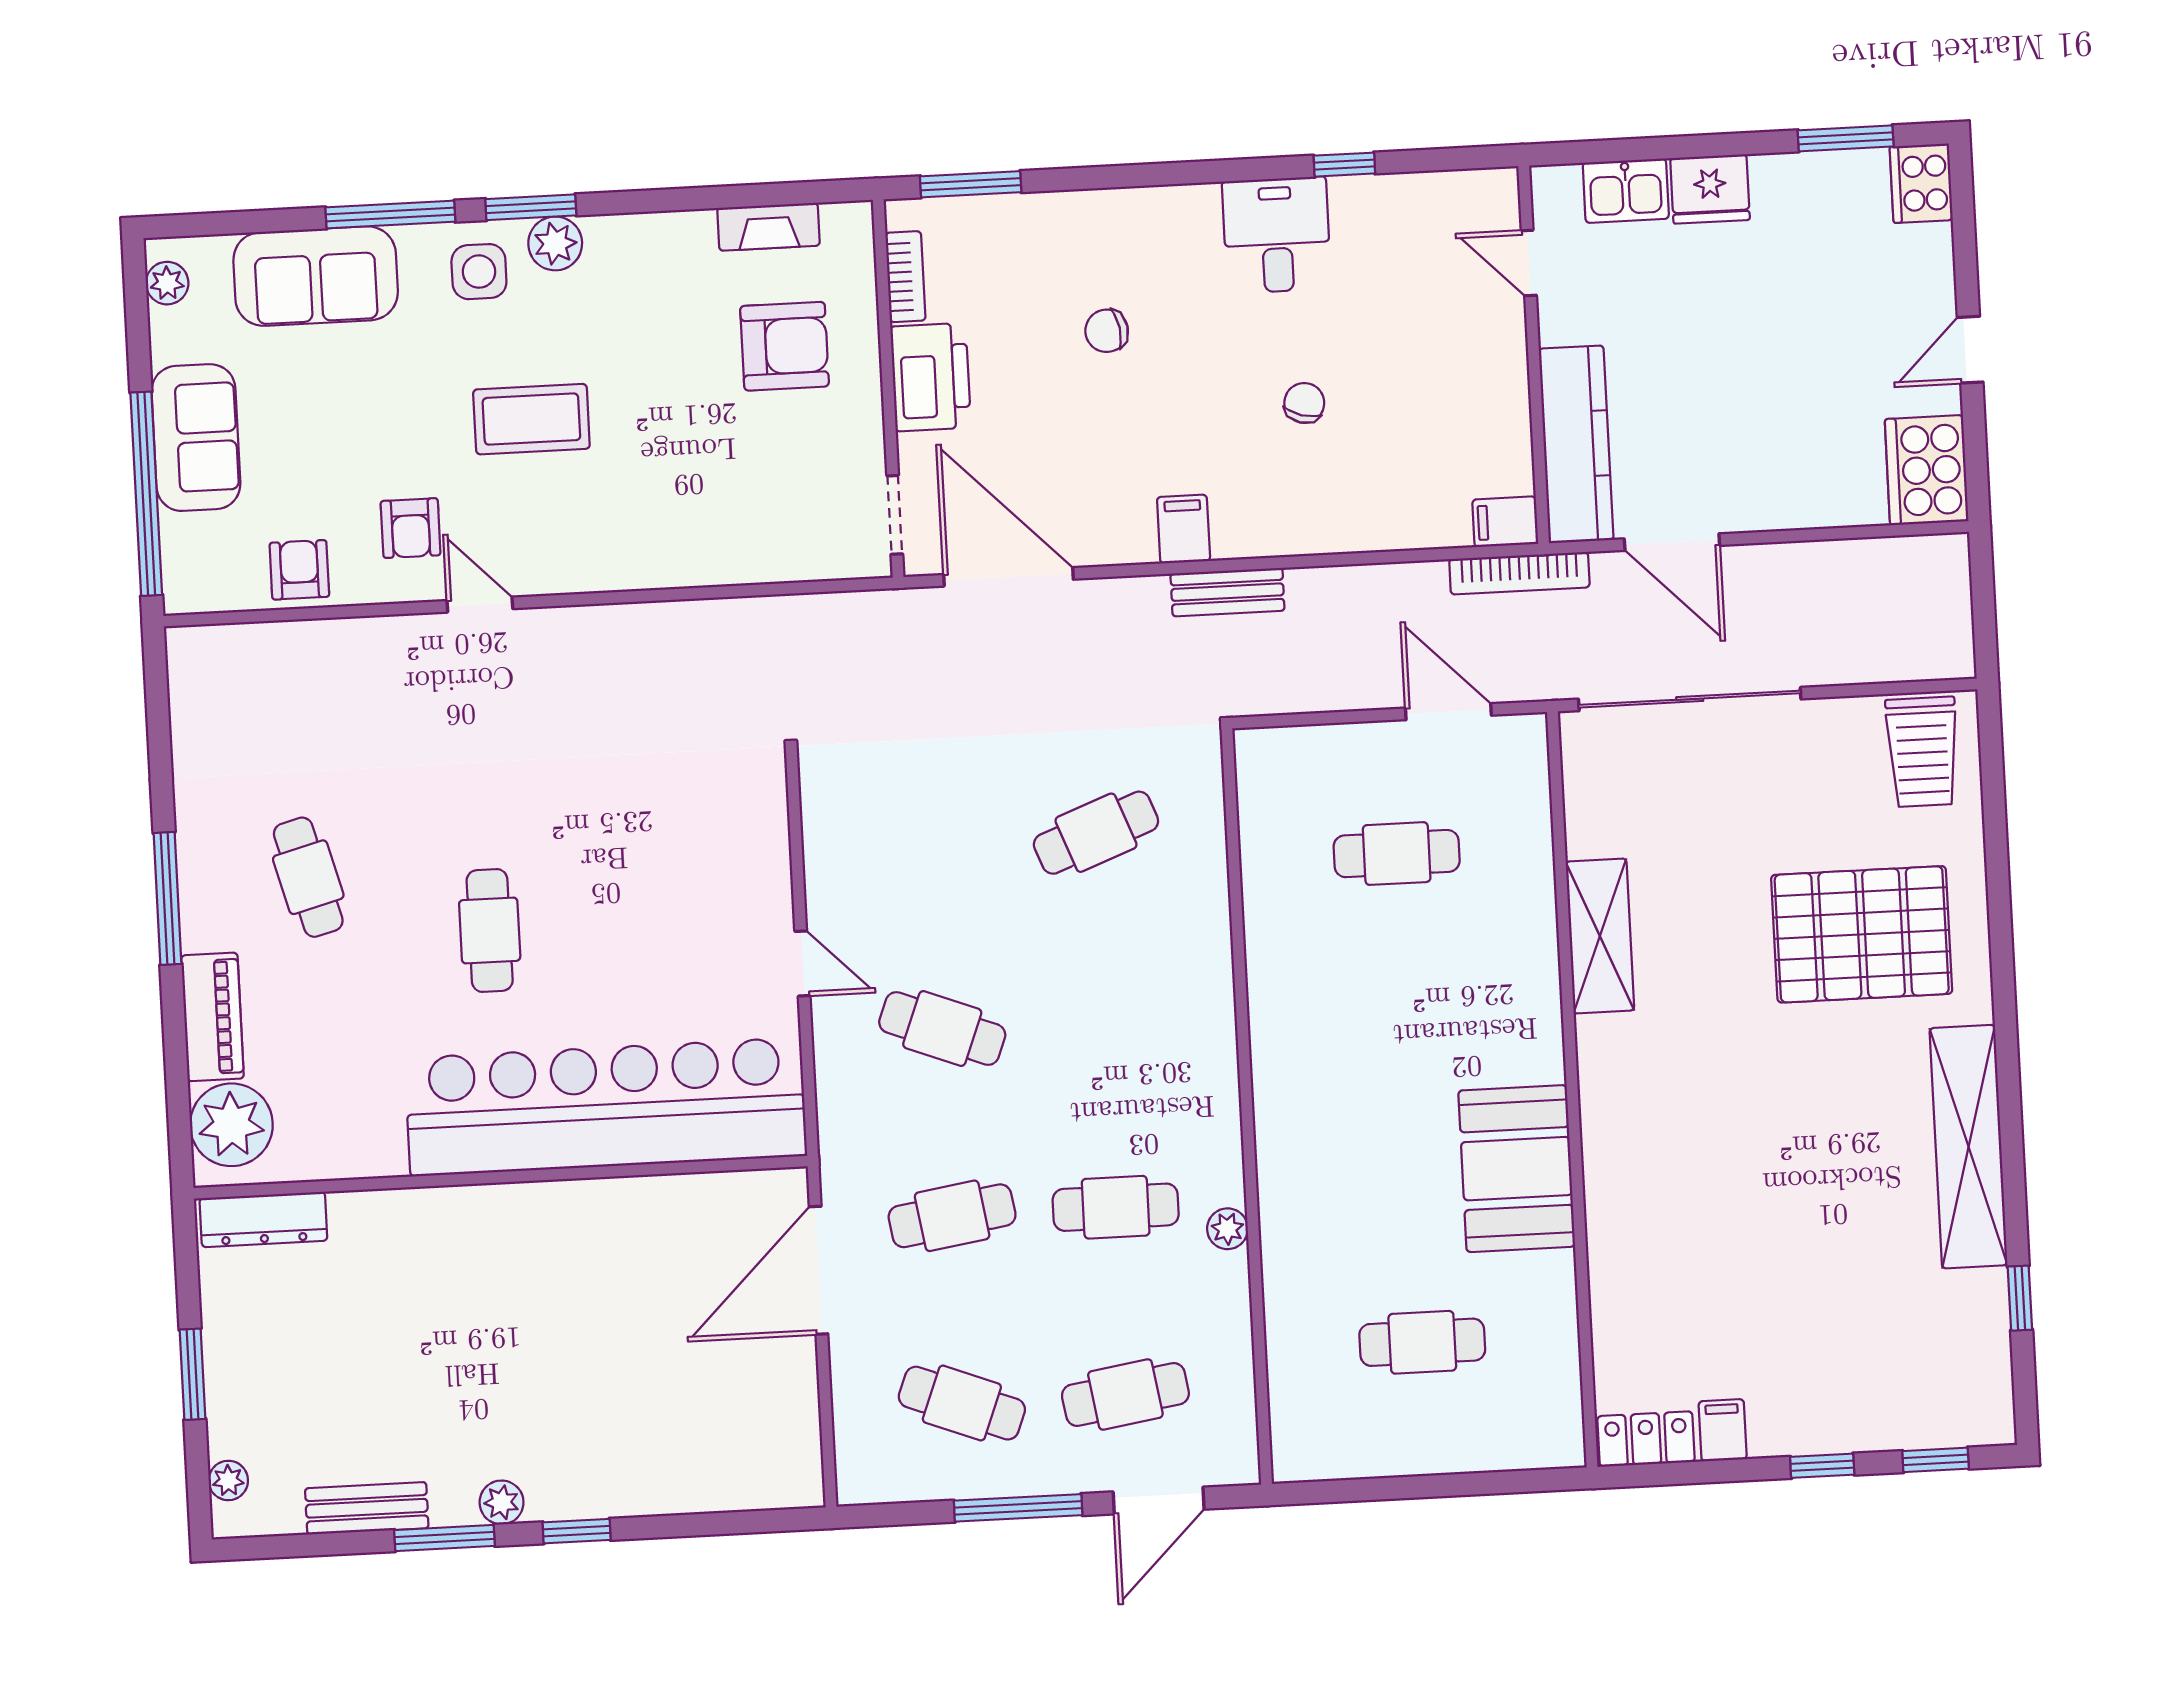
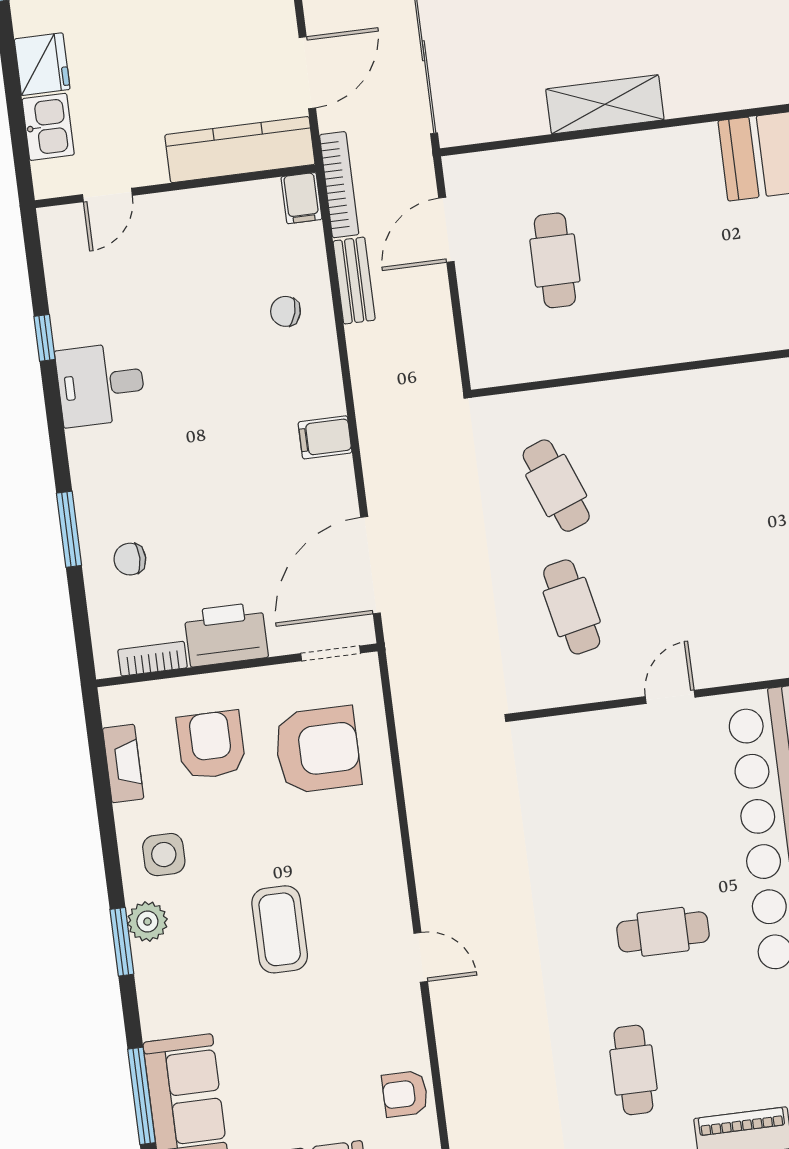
window: (971, 184) -> (69, 529), moved
window: (390, 215) -> (142, 1096), moved
side table: (479, 272) -> (164, 855), moved
chair: (1107, 331) -> (130, 559), moved, turned 101
chair: (1304, 403) -> (285, 311), moved
armchair: (411, 528) -> (318, 750), moved, width x1.88, depth x1.88
bench: (1227, 592) -> (354, 281), moved
door: (480, 605) -> (421, 957), swing flipped
cafe table: (308, 877) -> (633, 1070), turned -75
cafe table: (942, 1029) -> (572, 607), moved, turned -33

